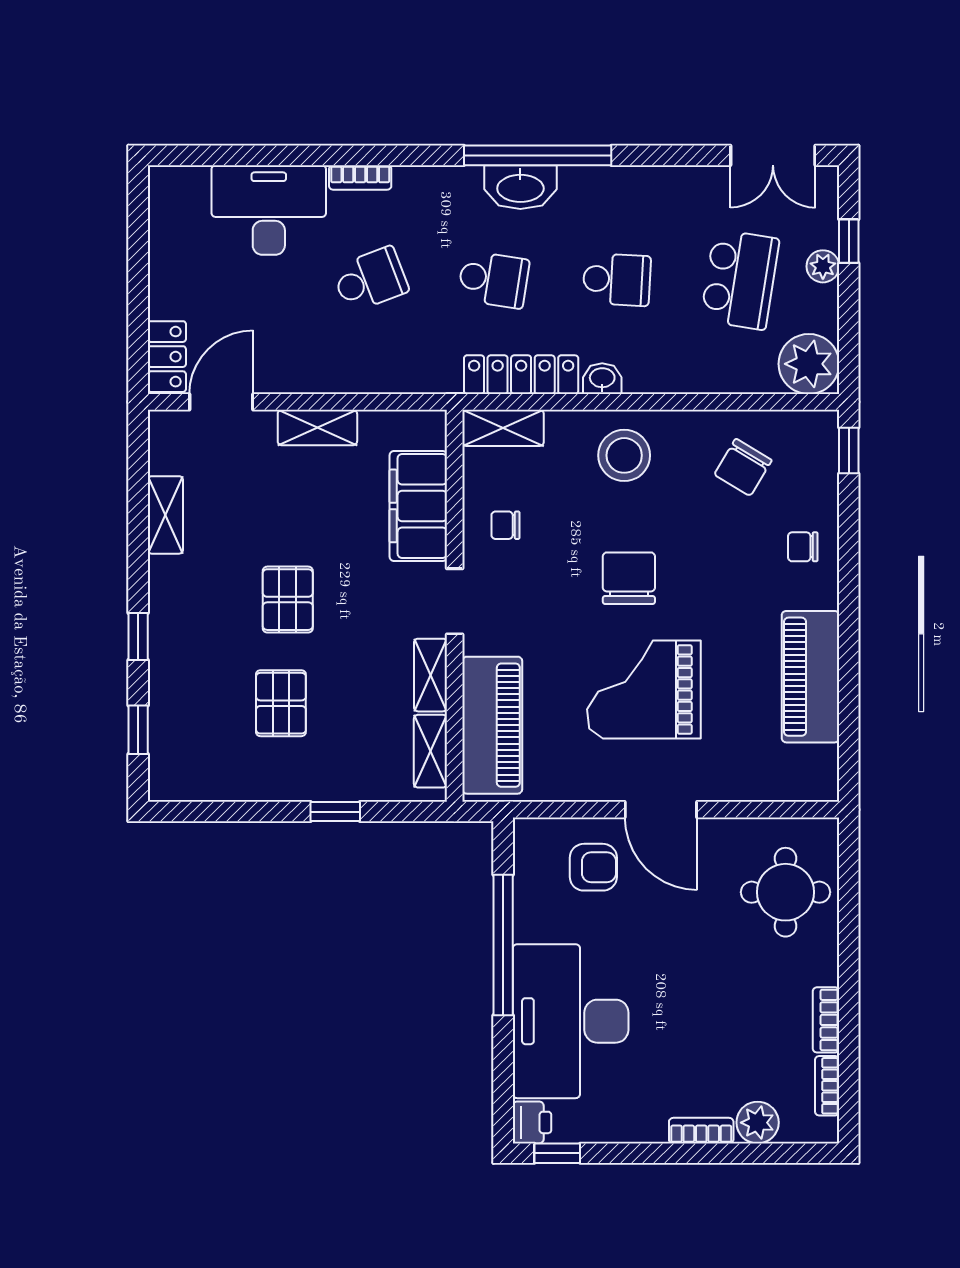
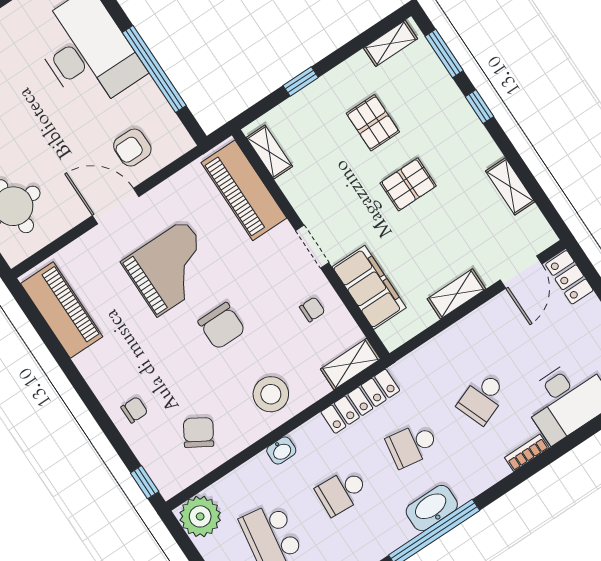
washbasin: (602, 379) -> (281, 450), moved
pallet: (288, 600) -> (408, 184), turned 90
shelving: (430, 675) -> (391, 43), moved, turned 90
piano: (810, 677) -> (62, 310), moved
window: (138, 730) -> (444, 53), width x1.50

